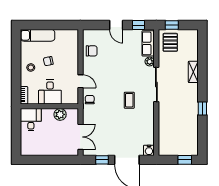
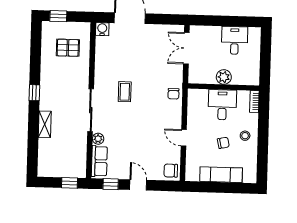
exam couch: (38, 35) -> (221, 175), moved
pallet: (170, 42) -> (68, 48), moved, turned 90
chair: (92, 51) -> (171, 171), moved
door: (80, 81) -> (184, 138), moved
window: (202, 109) -> (34, 93), moved
plant: (60, 114) -> (224, 77), moved
desk: (31, 120) -> (235, 40), moved, turned 180
window: (102, 160) -> (160, 19), removed

